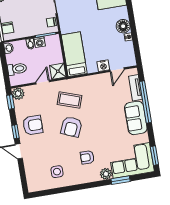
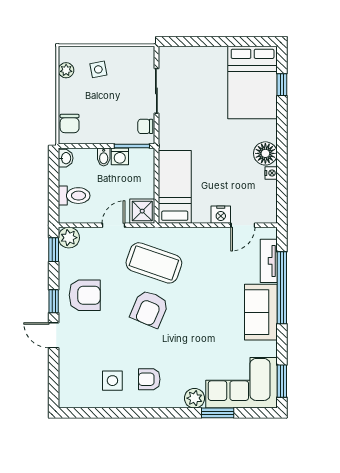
coffee table: (70, 100) -> (154, 263), width x1.36, depth x1.32
armchair: (87, 157) -> (149, 379), moved

